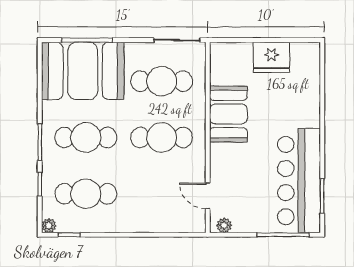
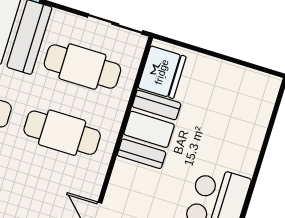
fridge: (271, 57) -> (162, 72), moved, turned -90

